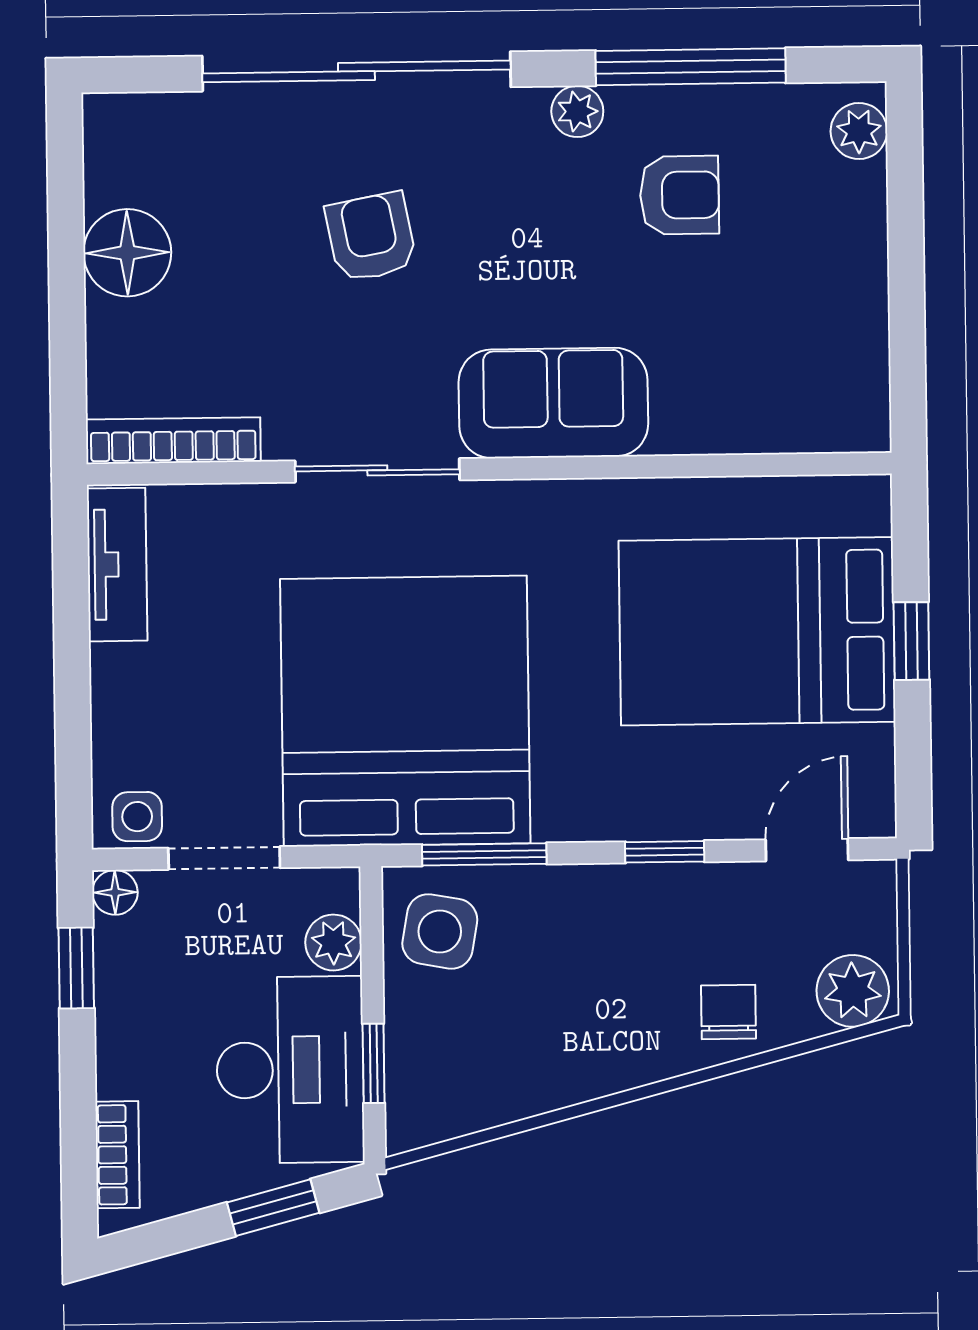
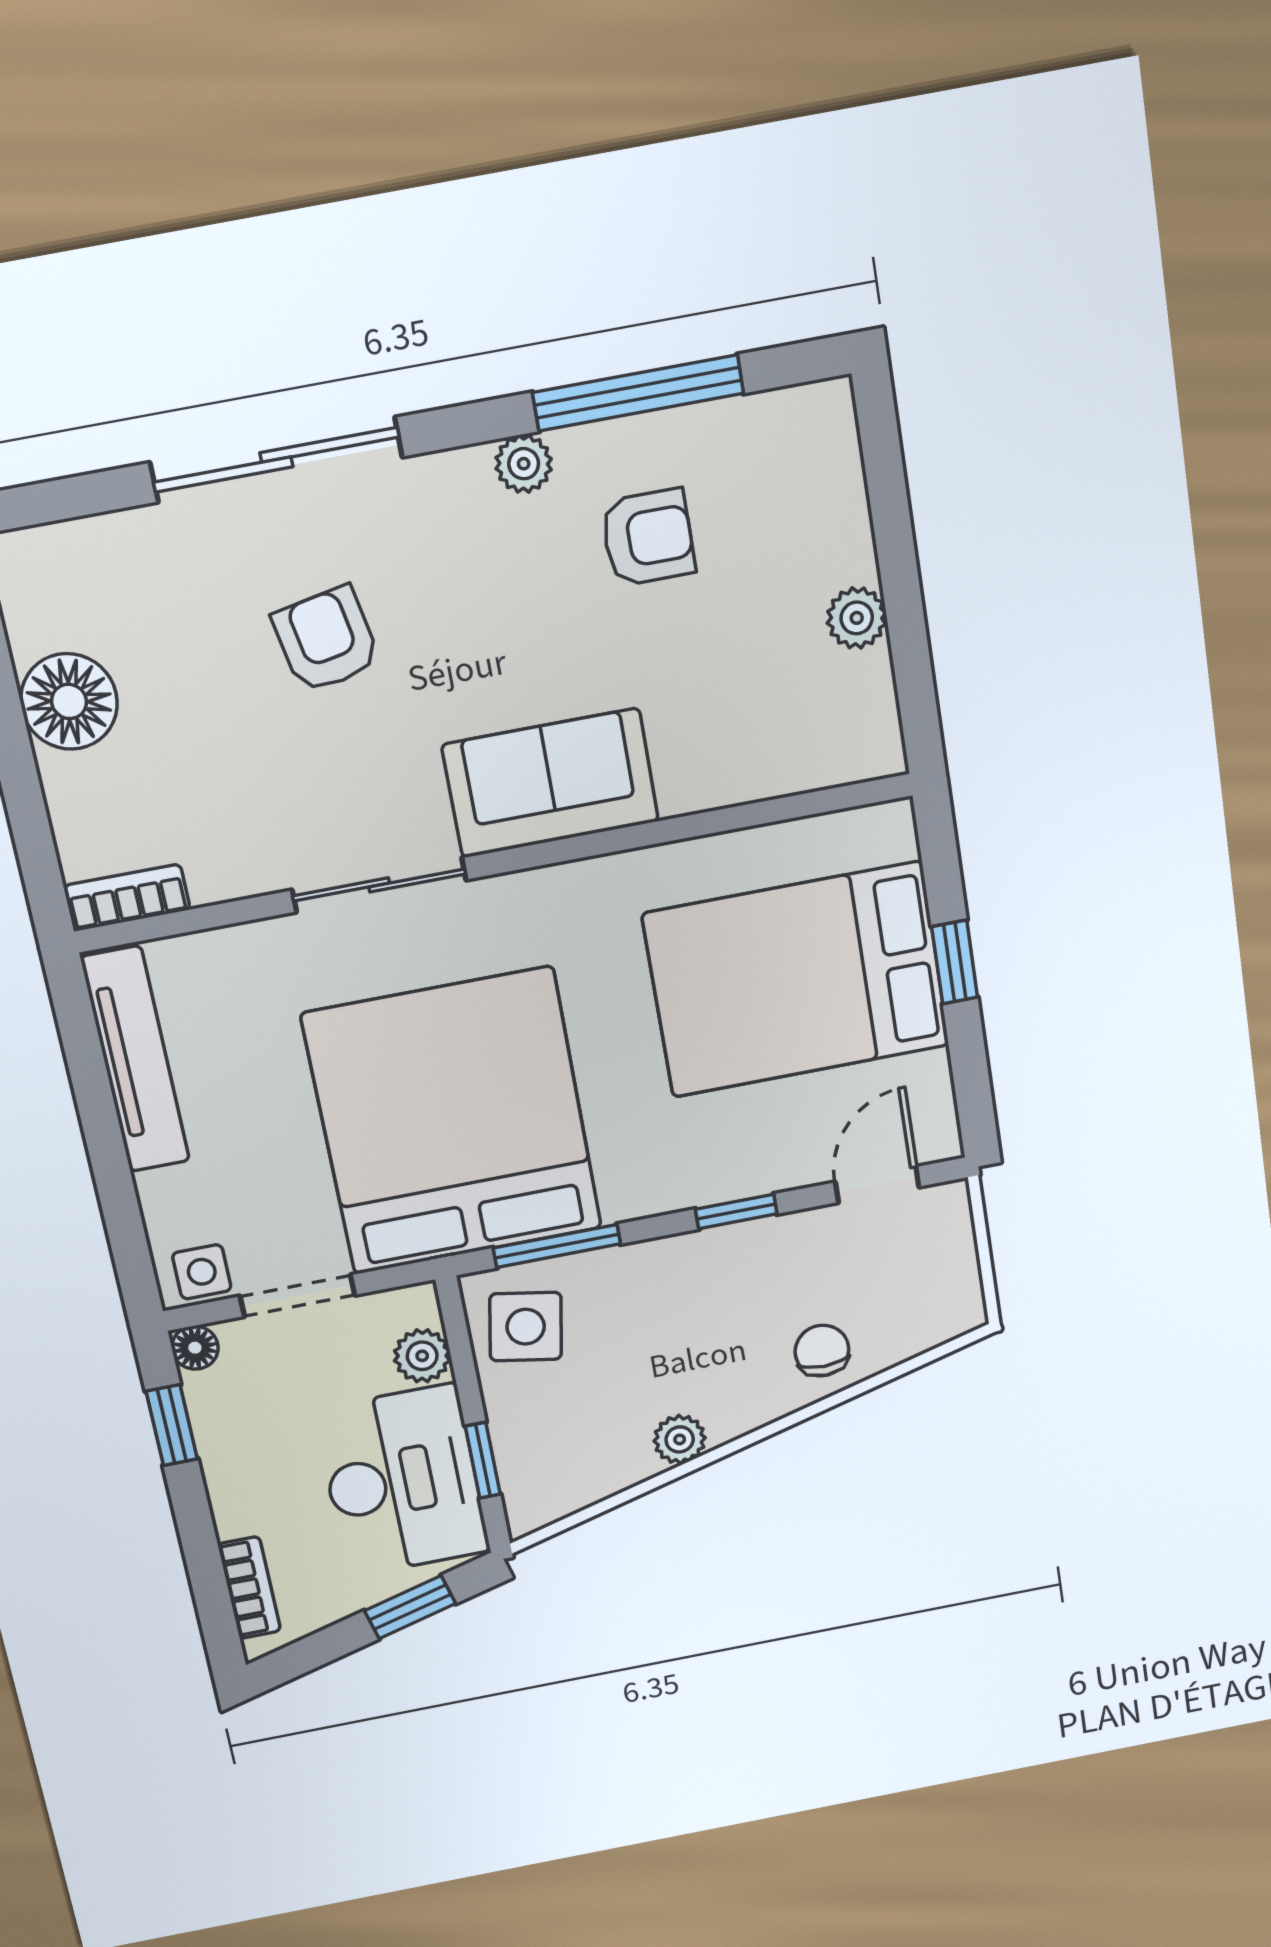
sliding door: (356, 71) -> (276, 460), width x0.73
plant: (859, 131) -> (857, 618), moved
bookcase: (173, 441) -> (127, 898), width x0.64
tv unit: (117, 565) -> (135, 1060), width x1.41
plant: (853, 991) -> (680, 1439), moved, width x0.73, depth x0.73

